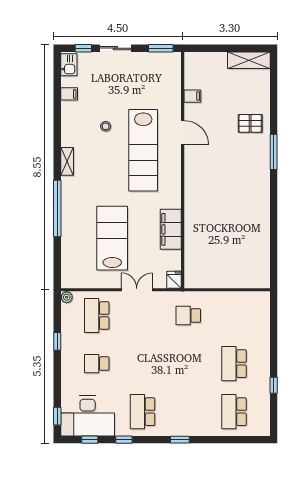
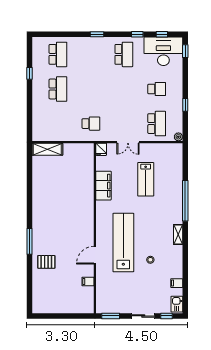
shelving: (249, 60) -> (47, 149), moved
door: (183, 133) -> (95, 255), hinge flipped
lab bench: (112, 238) -> (146, 179), width x0.73, depth x0.72

